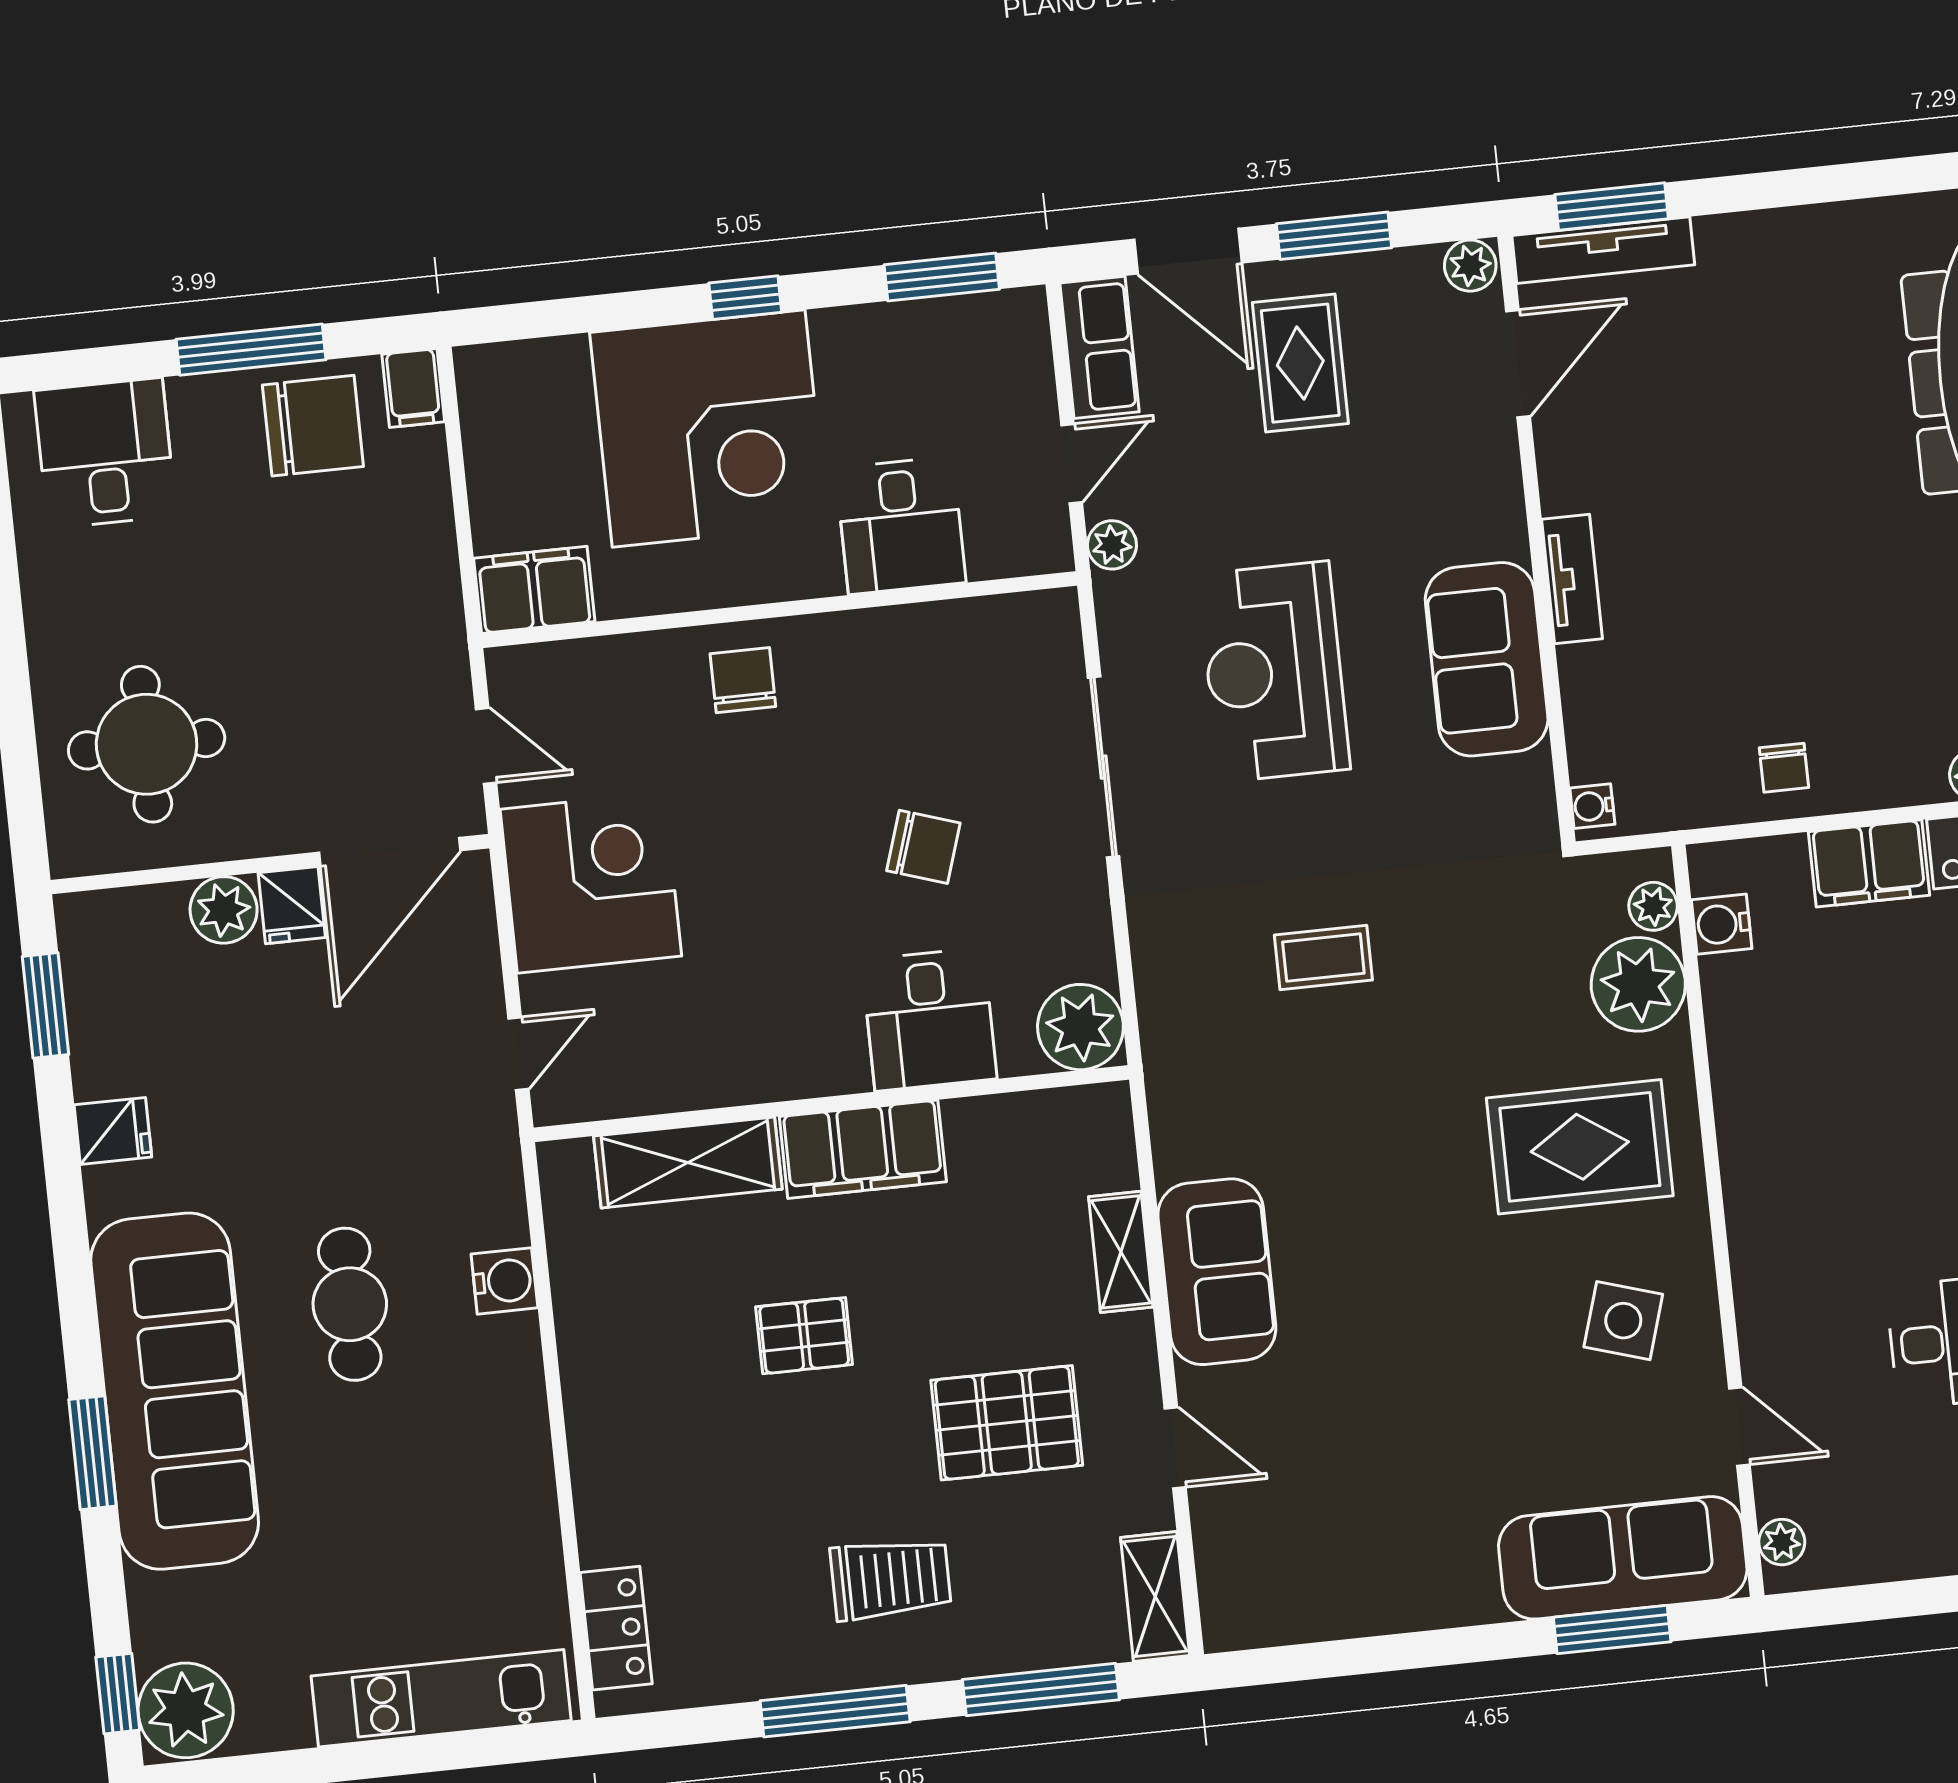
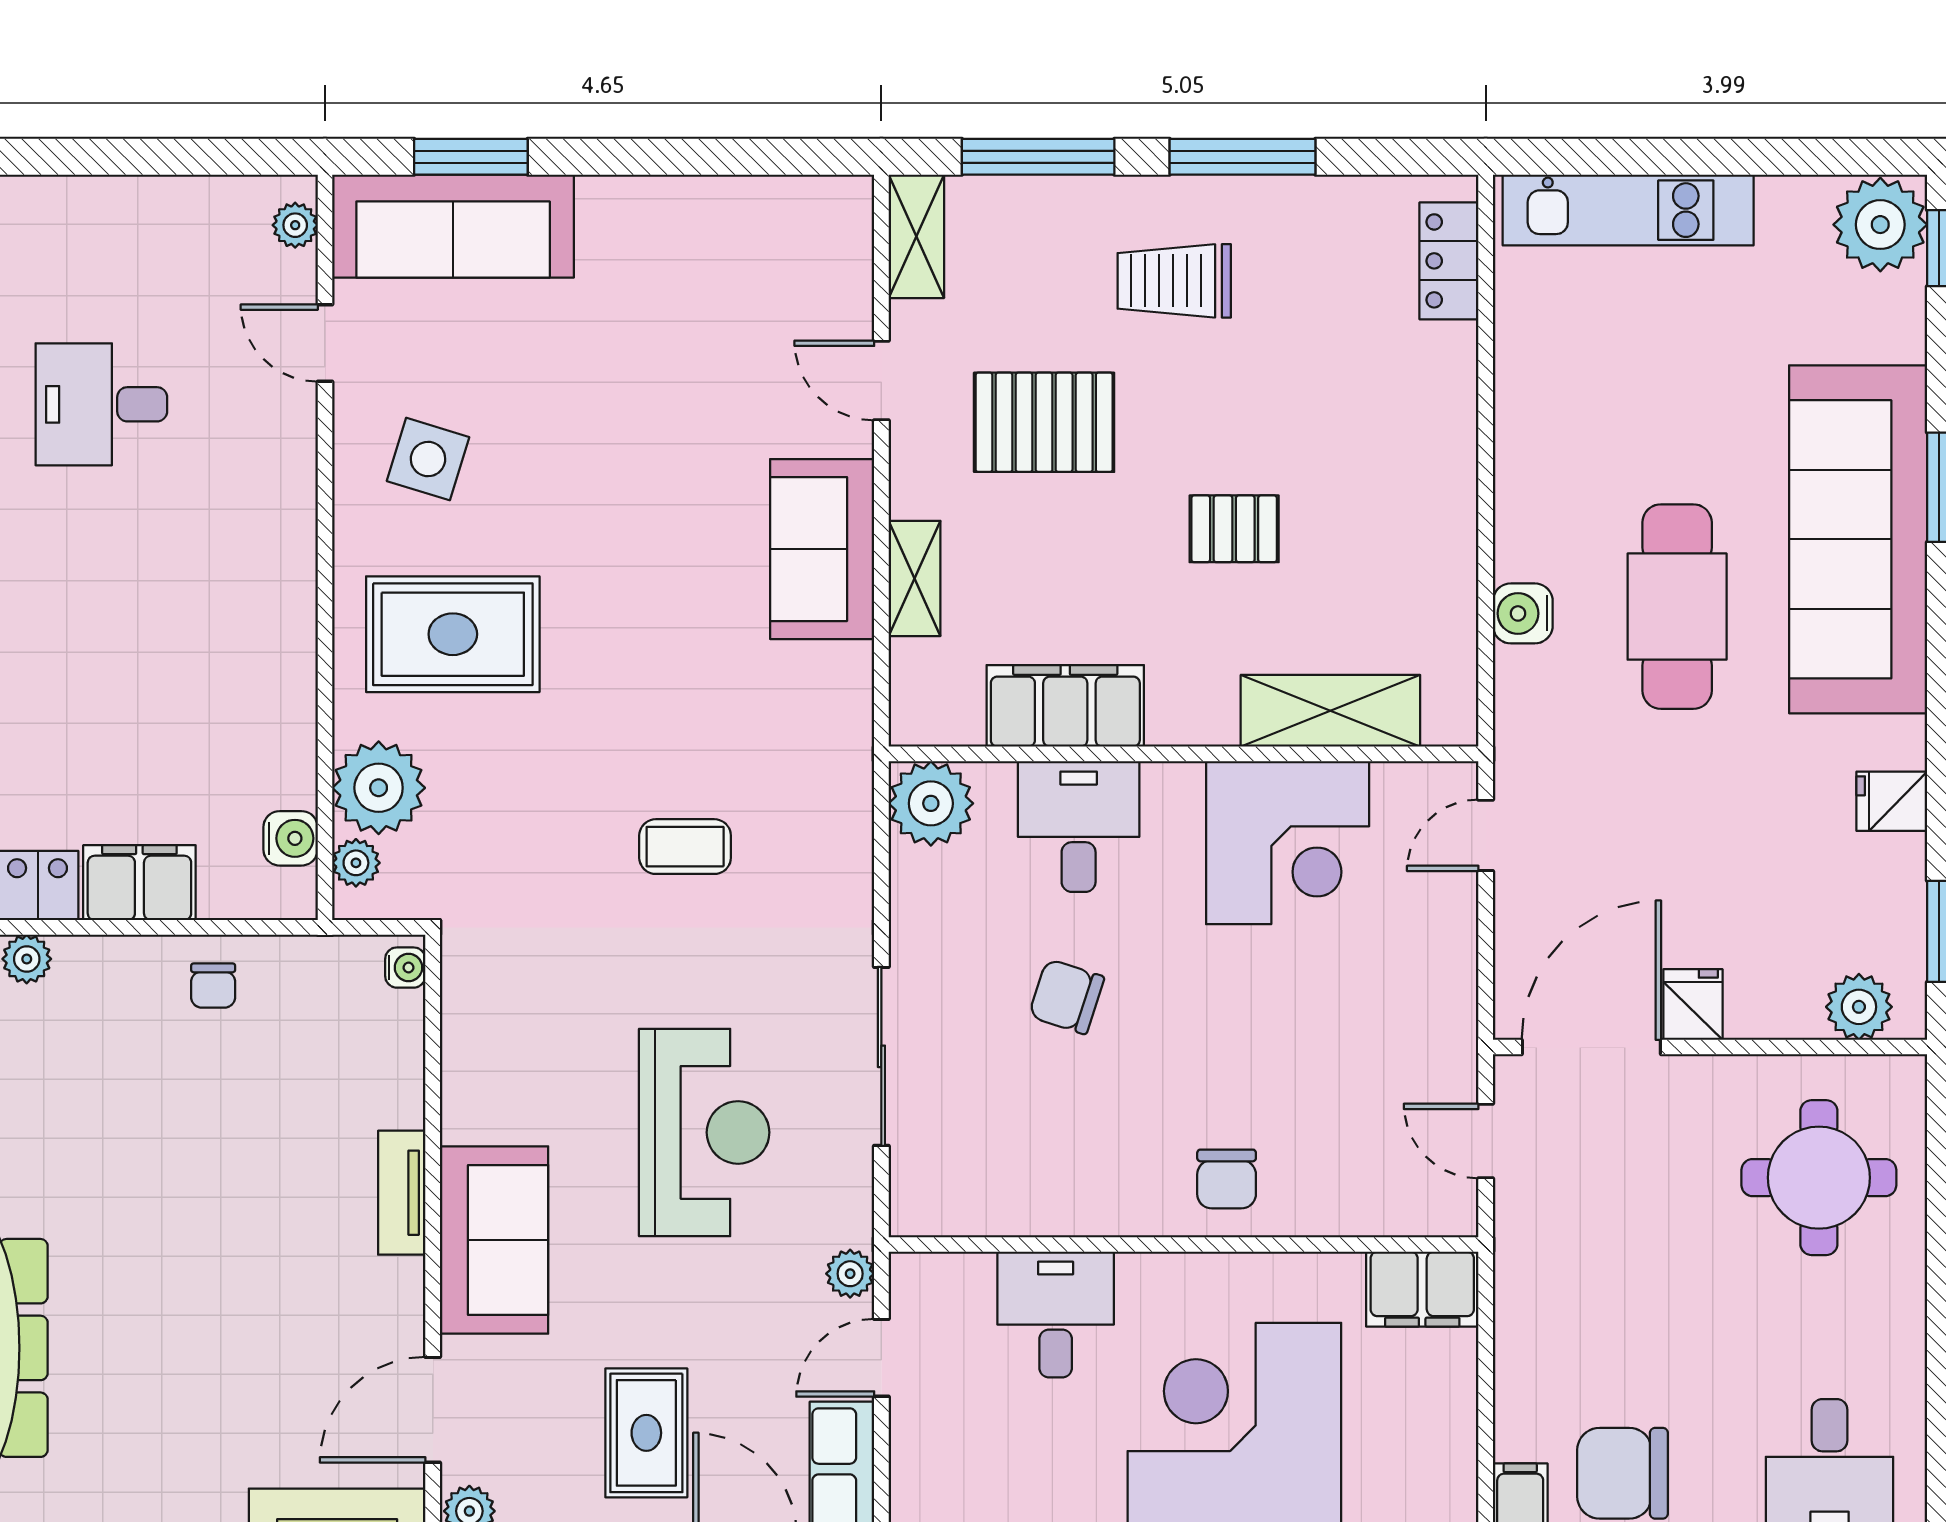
sofa: (1487, 659) -> (494, 1240), moved
chair: (1784, 768) -> (213, 986), turned 180
corner desk: (591, 883) -> (1288, 843), moved, turned -90
plant: (224, 910) -> (1859, 1007), moved
filing cabinet: (863, 1149) -> (1065, 706), moved
cafe table: (350, 1304) -> (1677, 607), width x1.37, depth x1.35

